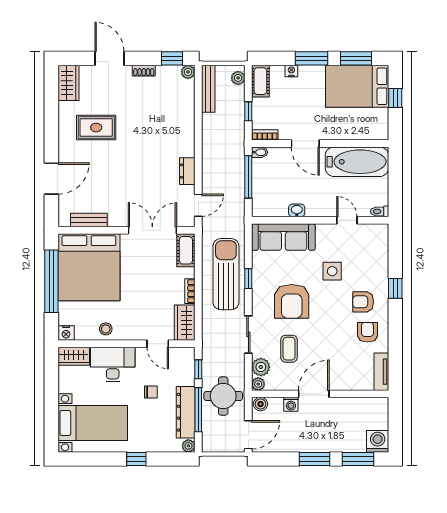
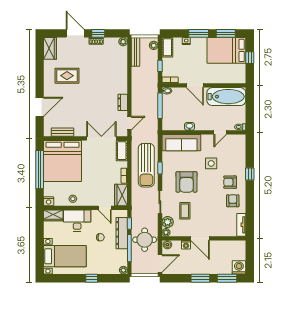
window: (172, 58) -> (98, 33), moved
door: (347, 220) -> (220, 132), swing flipped
sun lounger: (226, 274) -> (146, 165), turned 180
door: (314, 394) -> (200, 238), swing flipped
dresser: (186, 412) -> (122, 233), moved

